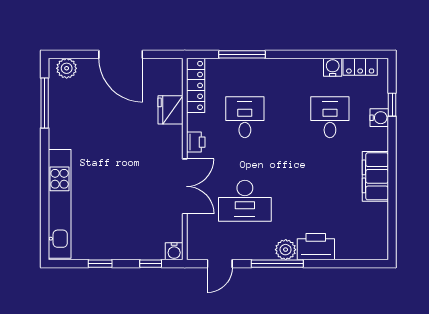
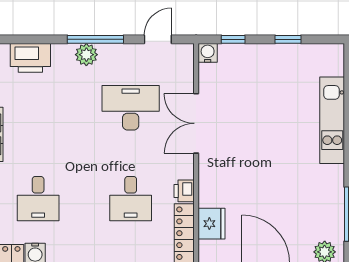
fridge: (170, 110) -> (212, 224), moved
printer: (196, 142) -> (184, 191), moved
kitchen unit: (60, 204) -> (332, 120), width x0.73
printer: (316, 247) -> (30, 58), moved

